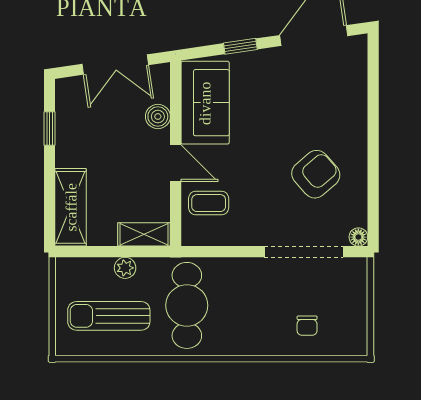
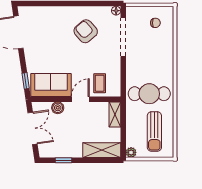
window: (240, 46) -> (26, 81), moved
plant: (125, 268) -> (131, 152), moved
chair: (307, 326) -> (155, 23), moved

